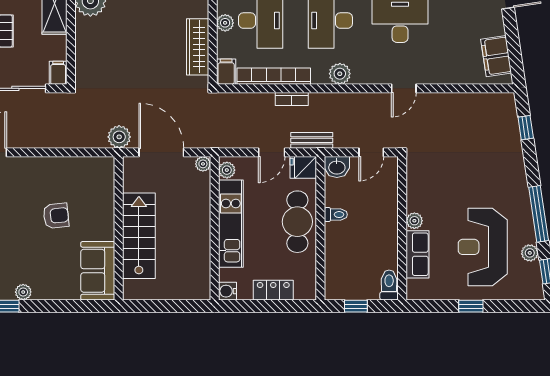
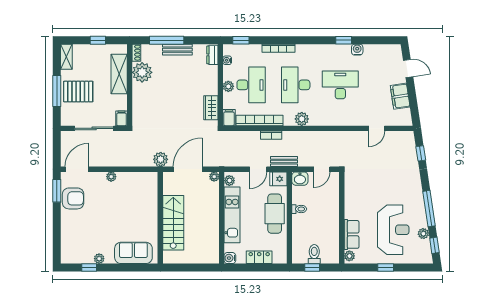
wardrobe: (198, 47) -> (211, 108), width x0.67
filing cabinet: (496, 56) -> (400, 96), moved
door: (404, 88) -> (377, 128), moved
door: (161, 152) -> (188, 169), hinge flipped
plant: (42, 164) -> (111, 177), added
armchair: (56, 216) -> (120, 210), removed
plant: (414, 221) -> (349, 256), moved
reception desk: (483, 247) -> (393, 230), turned 180
sofa: (98, 271) -> (133, 253), moved, turned 90
toilet: (389, 285) -> (314, 254), moved

